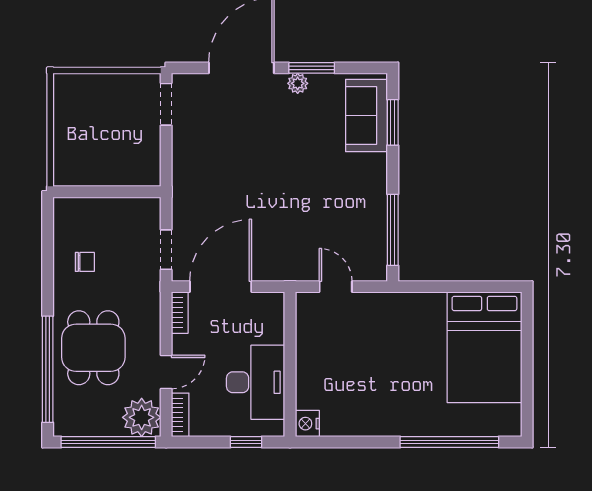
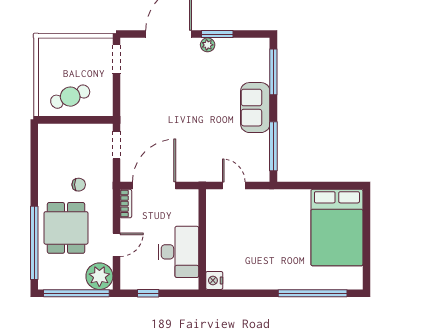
sofa: (367, 116) -> (255, 108), moved
window: (393, 122) -> (273, 72), width x1.44
cafe table: (99, 158) -> (70, 97), added
doorway: (166, 250) -> (116, 145), moved
chair: (85, 262) -> (79, 185), moved
bookcase: (180, 415) -> (126, 274), removed
window: (246, 442) -> (148, 293), moved

